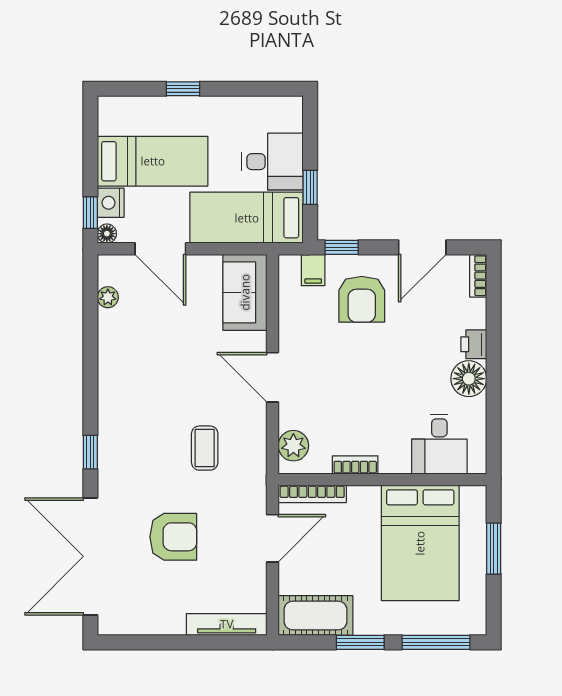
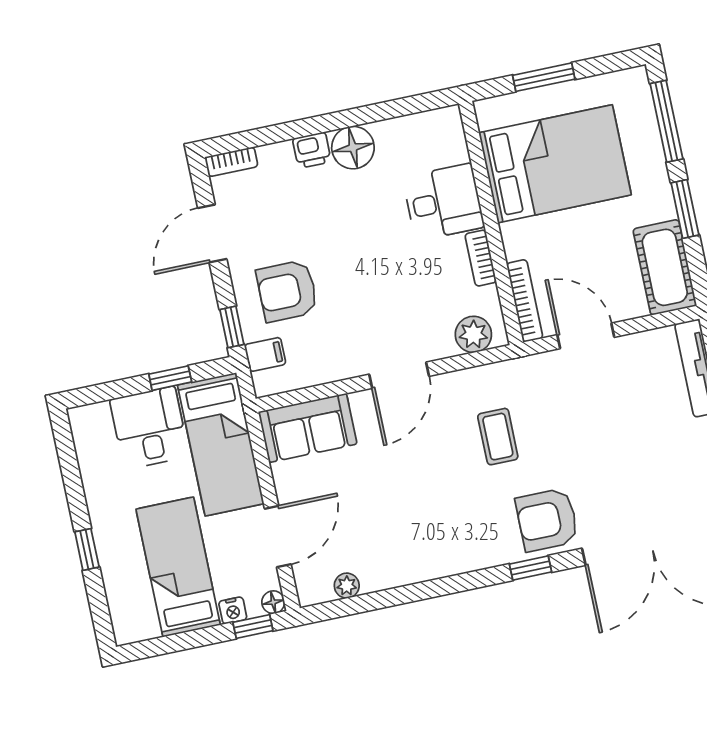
nightstand: (111, 203) -> (233, 610), width x0.72, depth x0.74
door: (422, 247) -> (212, 234), swing flipped
armchair: (362, 299) -> (287, 291), turned 180
desk: (439, 444) -> (444, 202), moved
coffee table: (205, 448) -> (498, 437), turned 90
armchair: (173, 537) -> (547, 520), moved, turned -90

